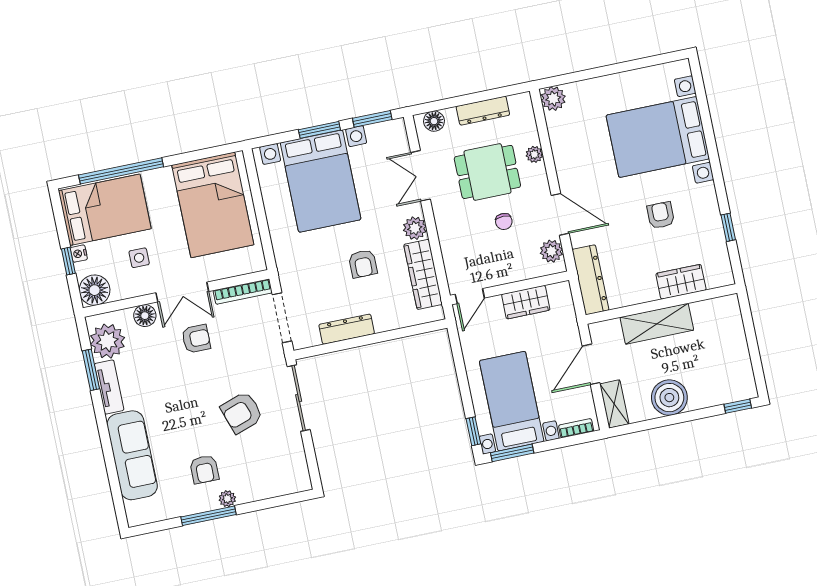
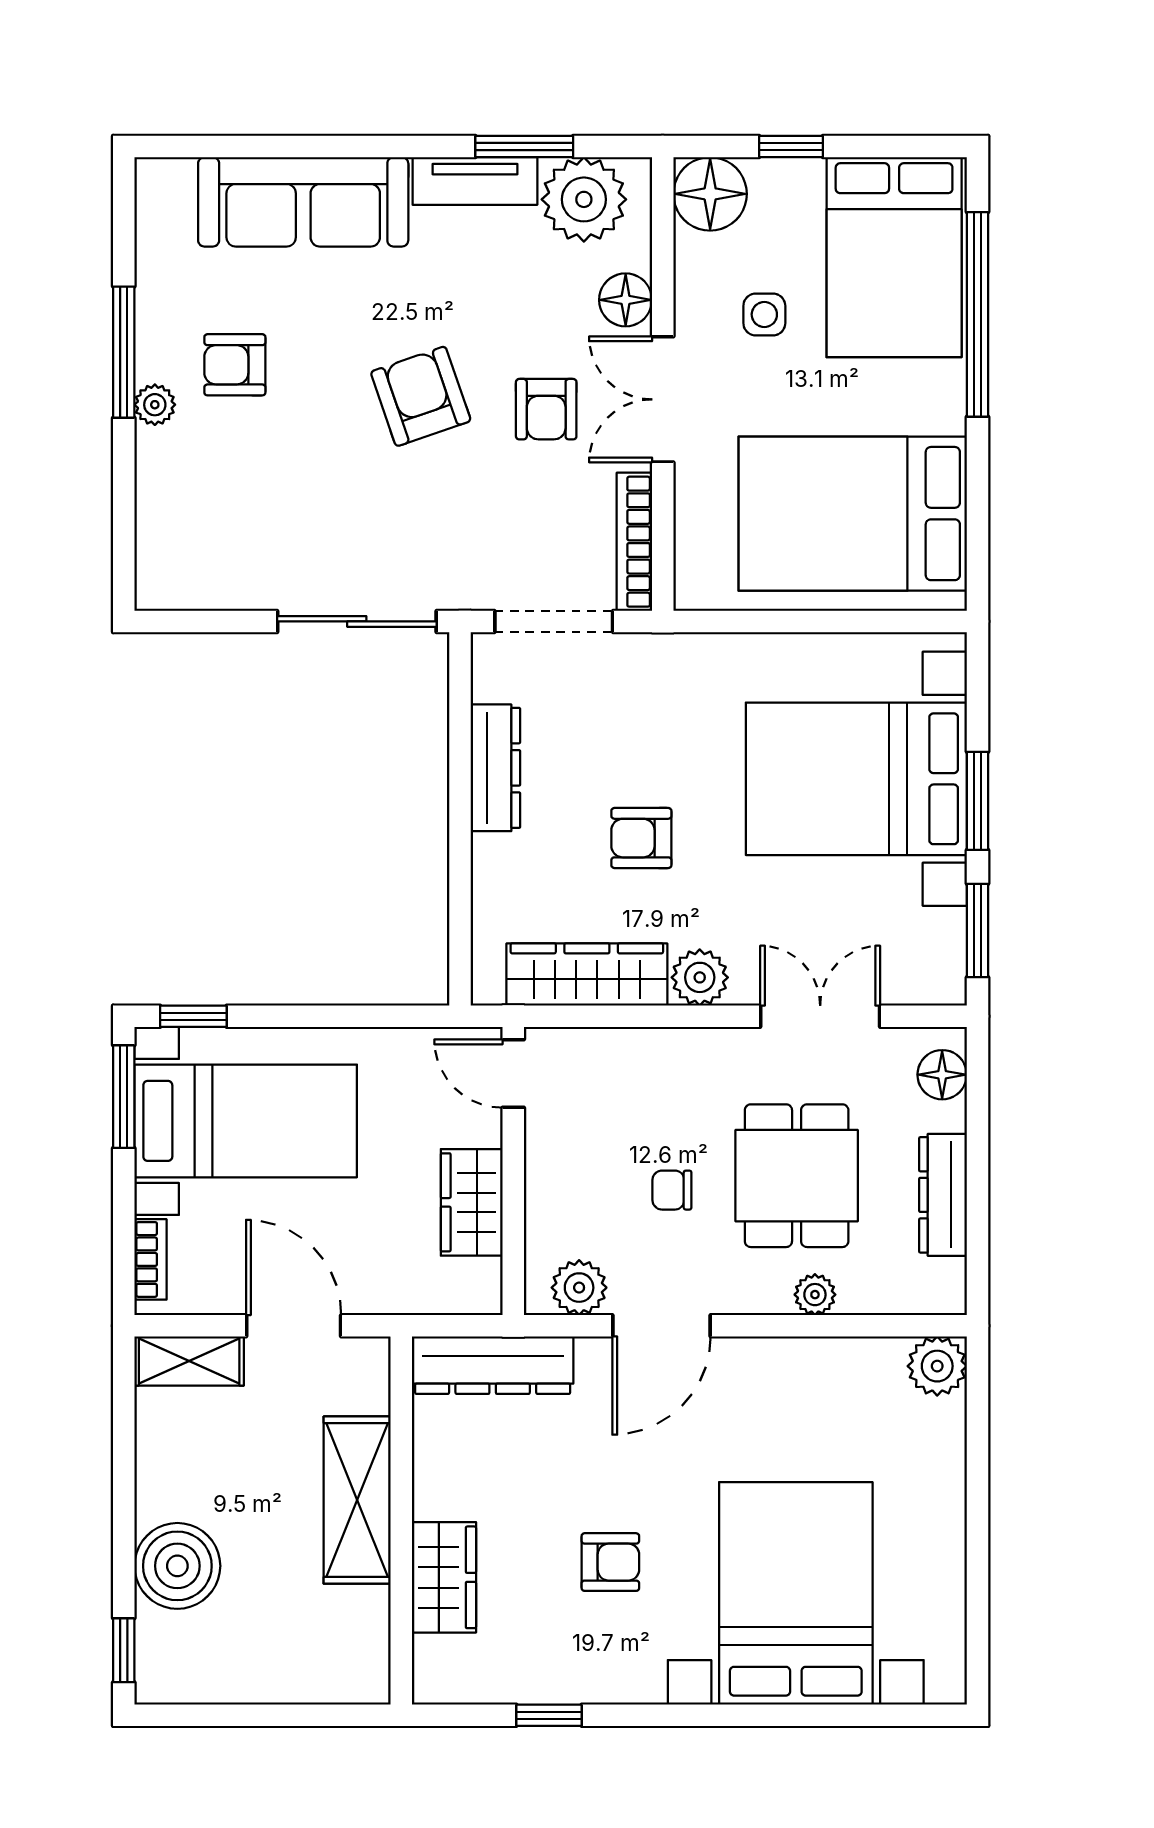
nightstand: (79, 254) -> (804, 175), removed
boiler: (669, 398) -> (177, 1566), moved
armchair: (242, 412) -> (421, 396), moved

